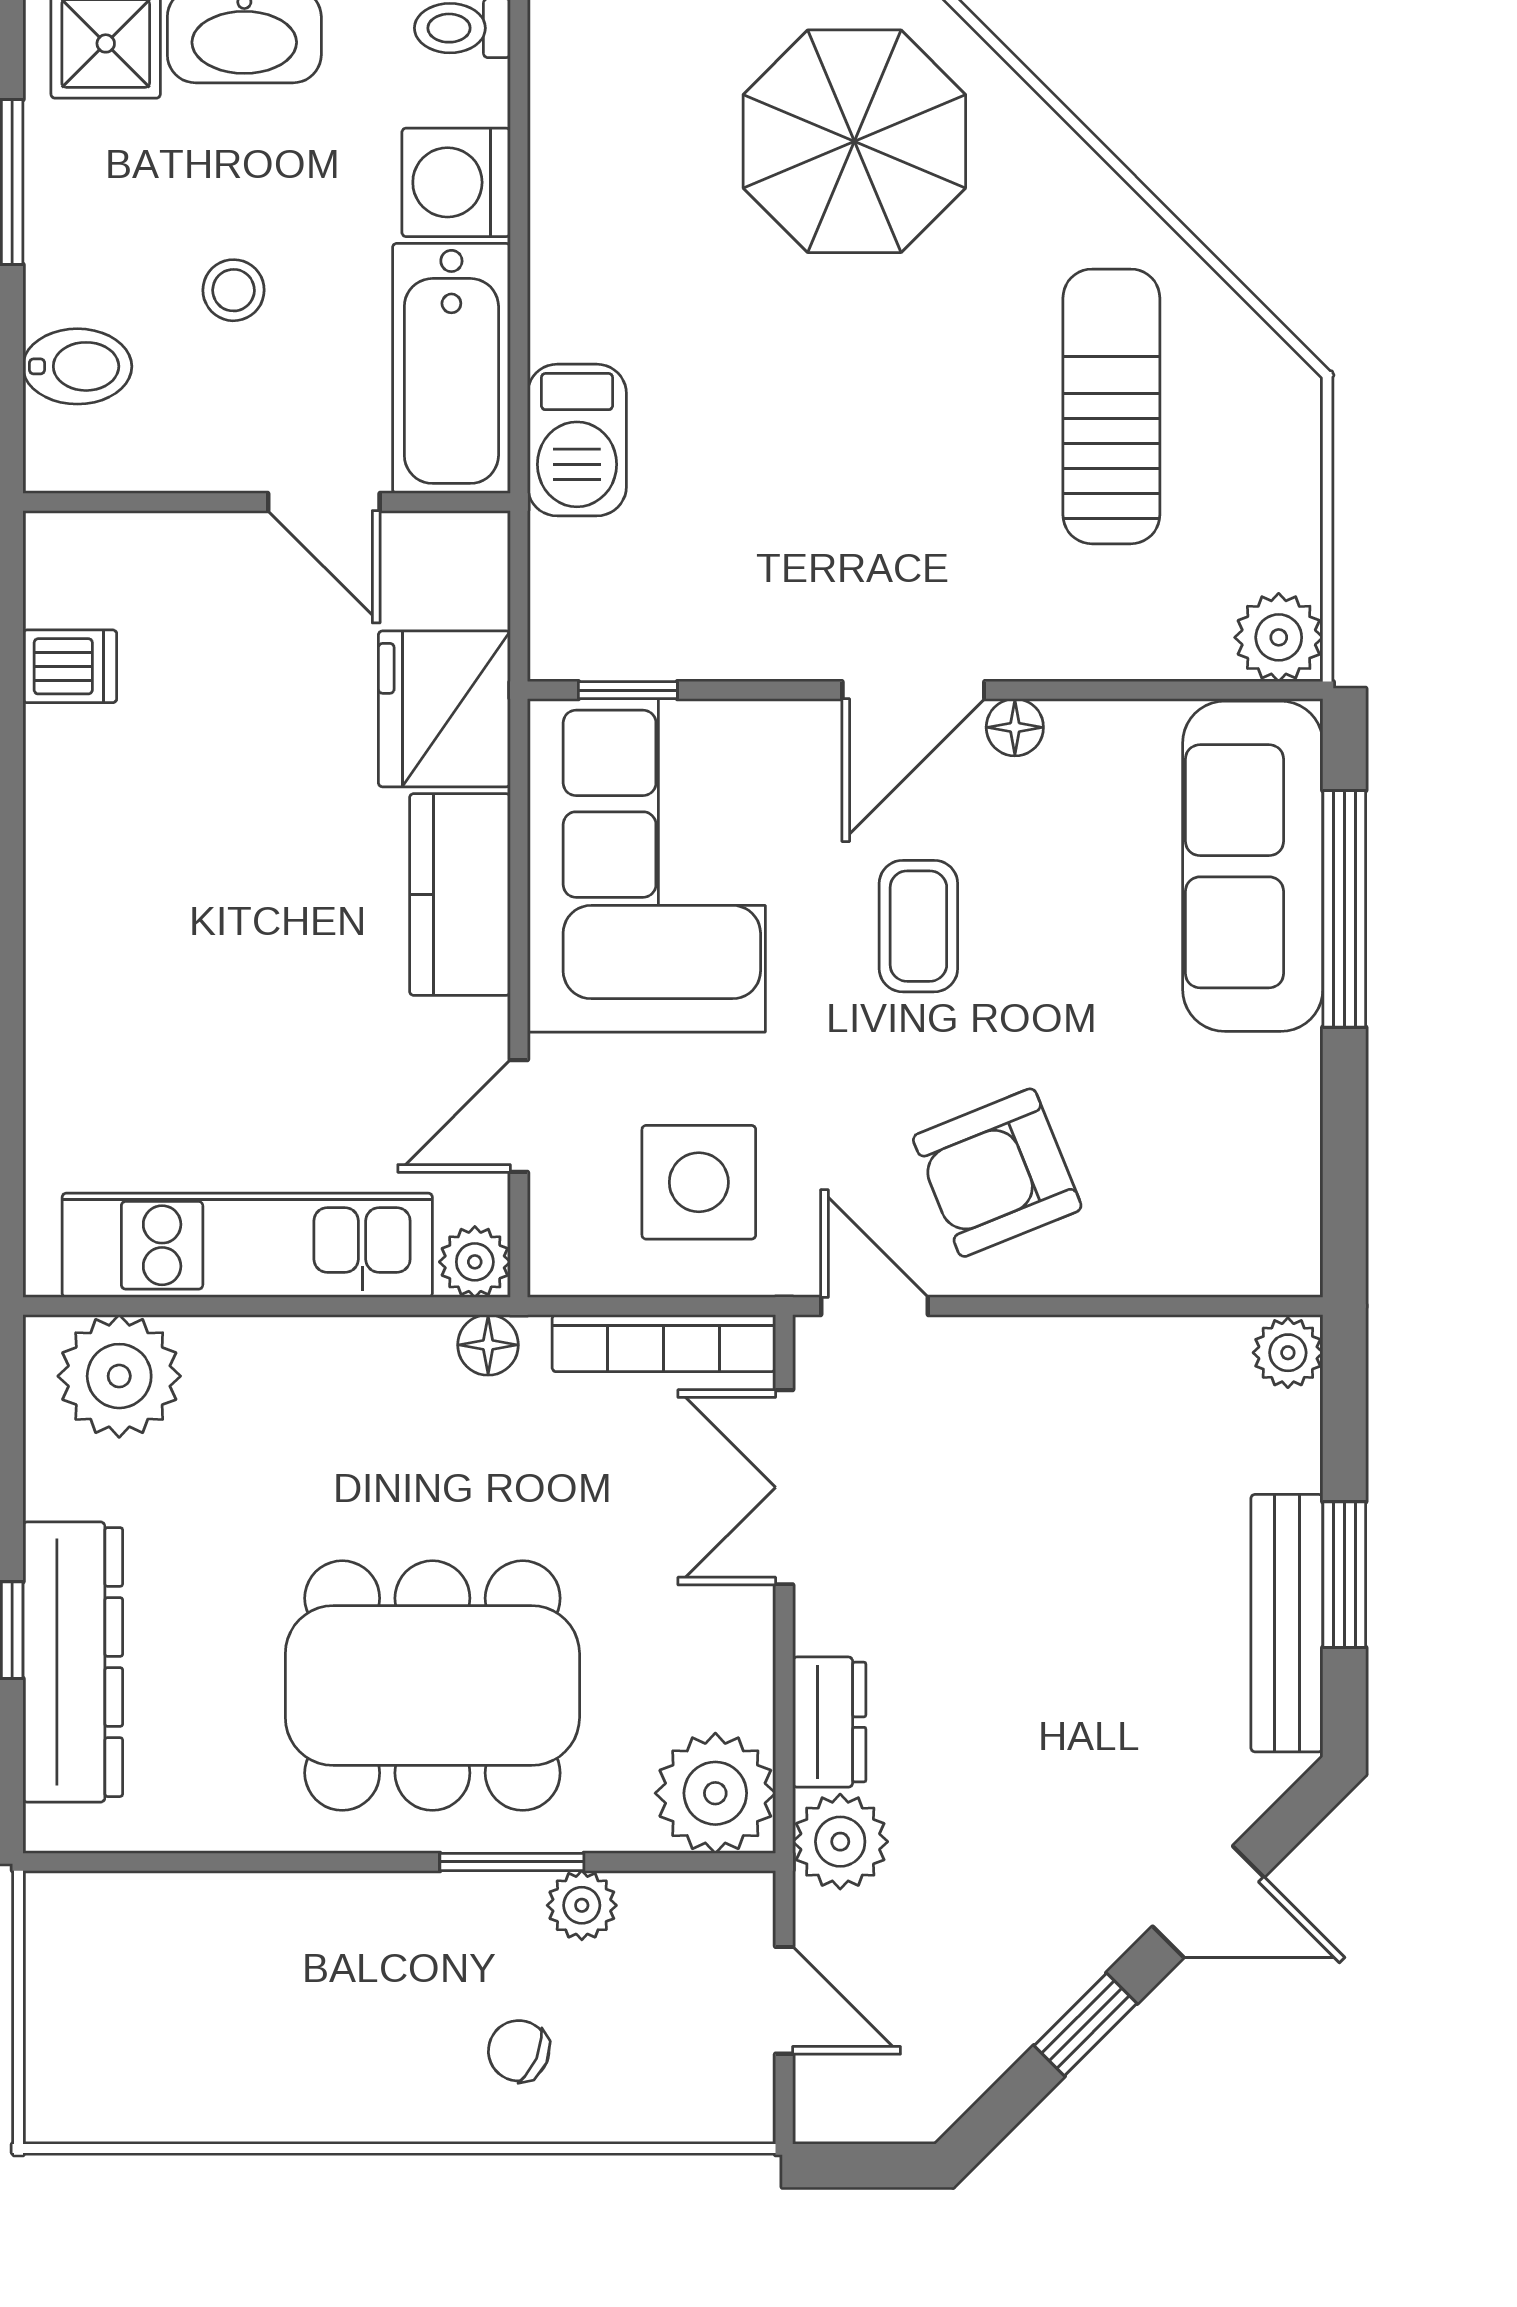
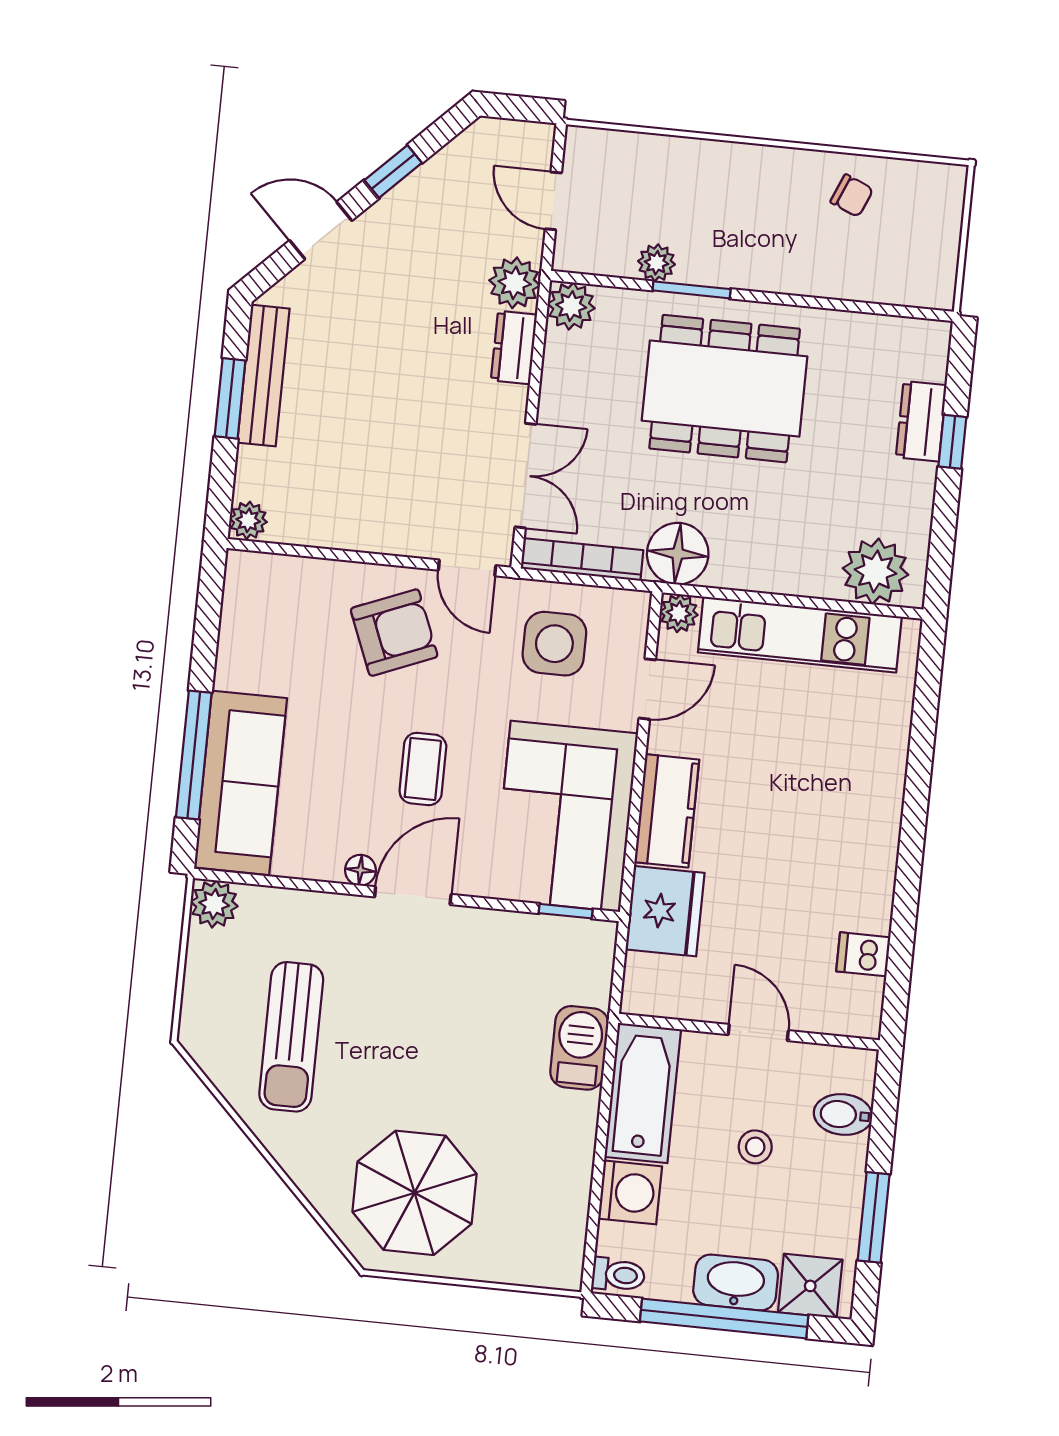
door: (324, 502) -> (758, 1033), moved
floor lamp: (488, 1345) -> (678, 554), width x1.89, depth x1.89
dresser: (73, 1662) -> (921, 421), width x0.51, depth x0.80
plant: (715, 1793) -> (571, 306), width x0.73, depth x0.73
chair: (519, 2051) -> (852, 196), moved

